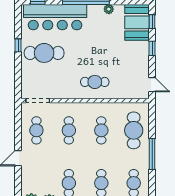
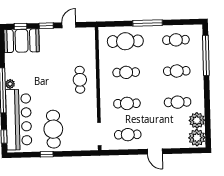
plant: (109, 9) -> (10, 84), moved
door: (152, 85) -> (69, 25), moved

